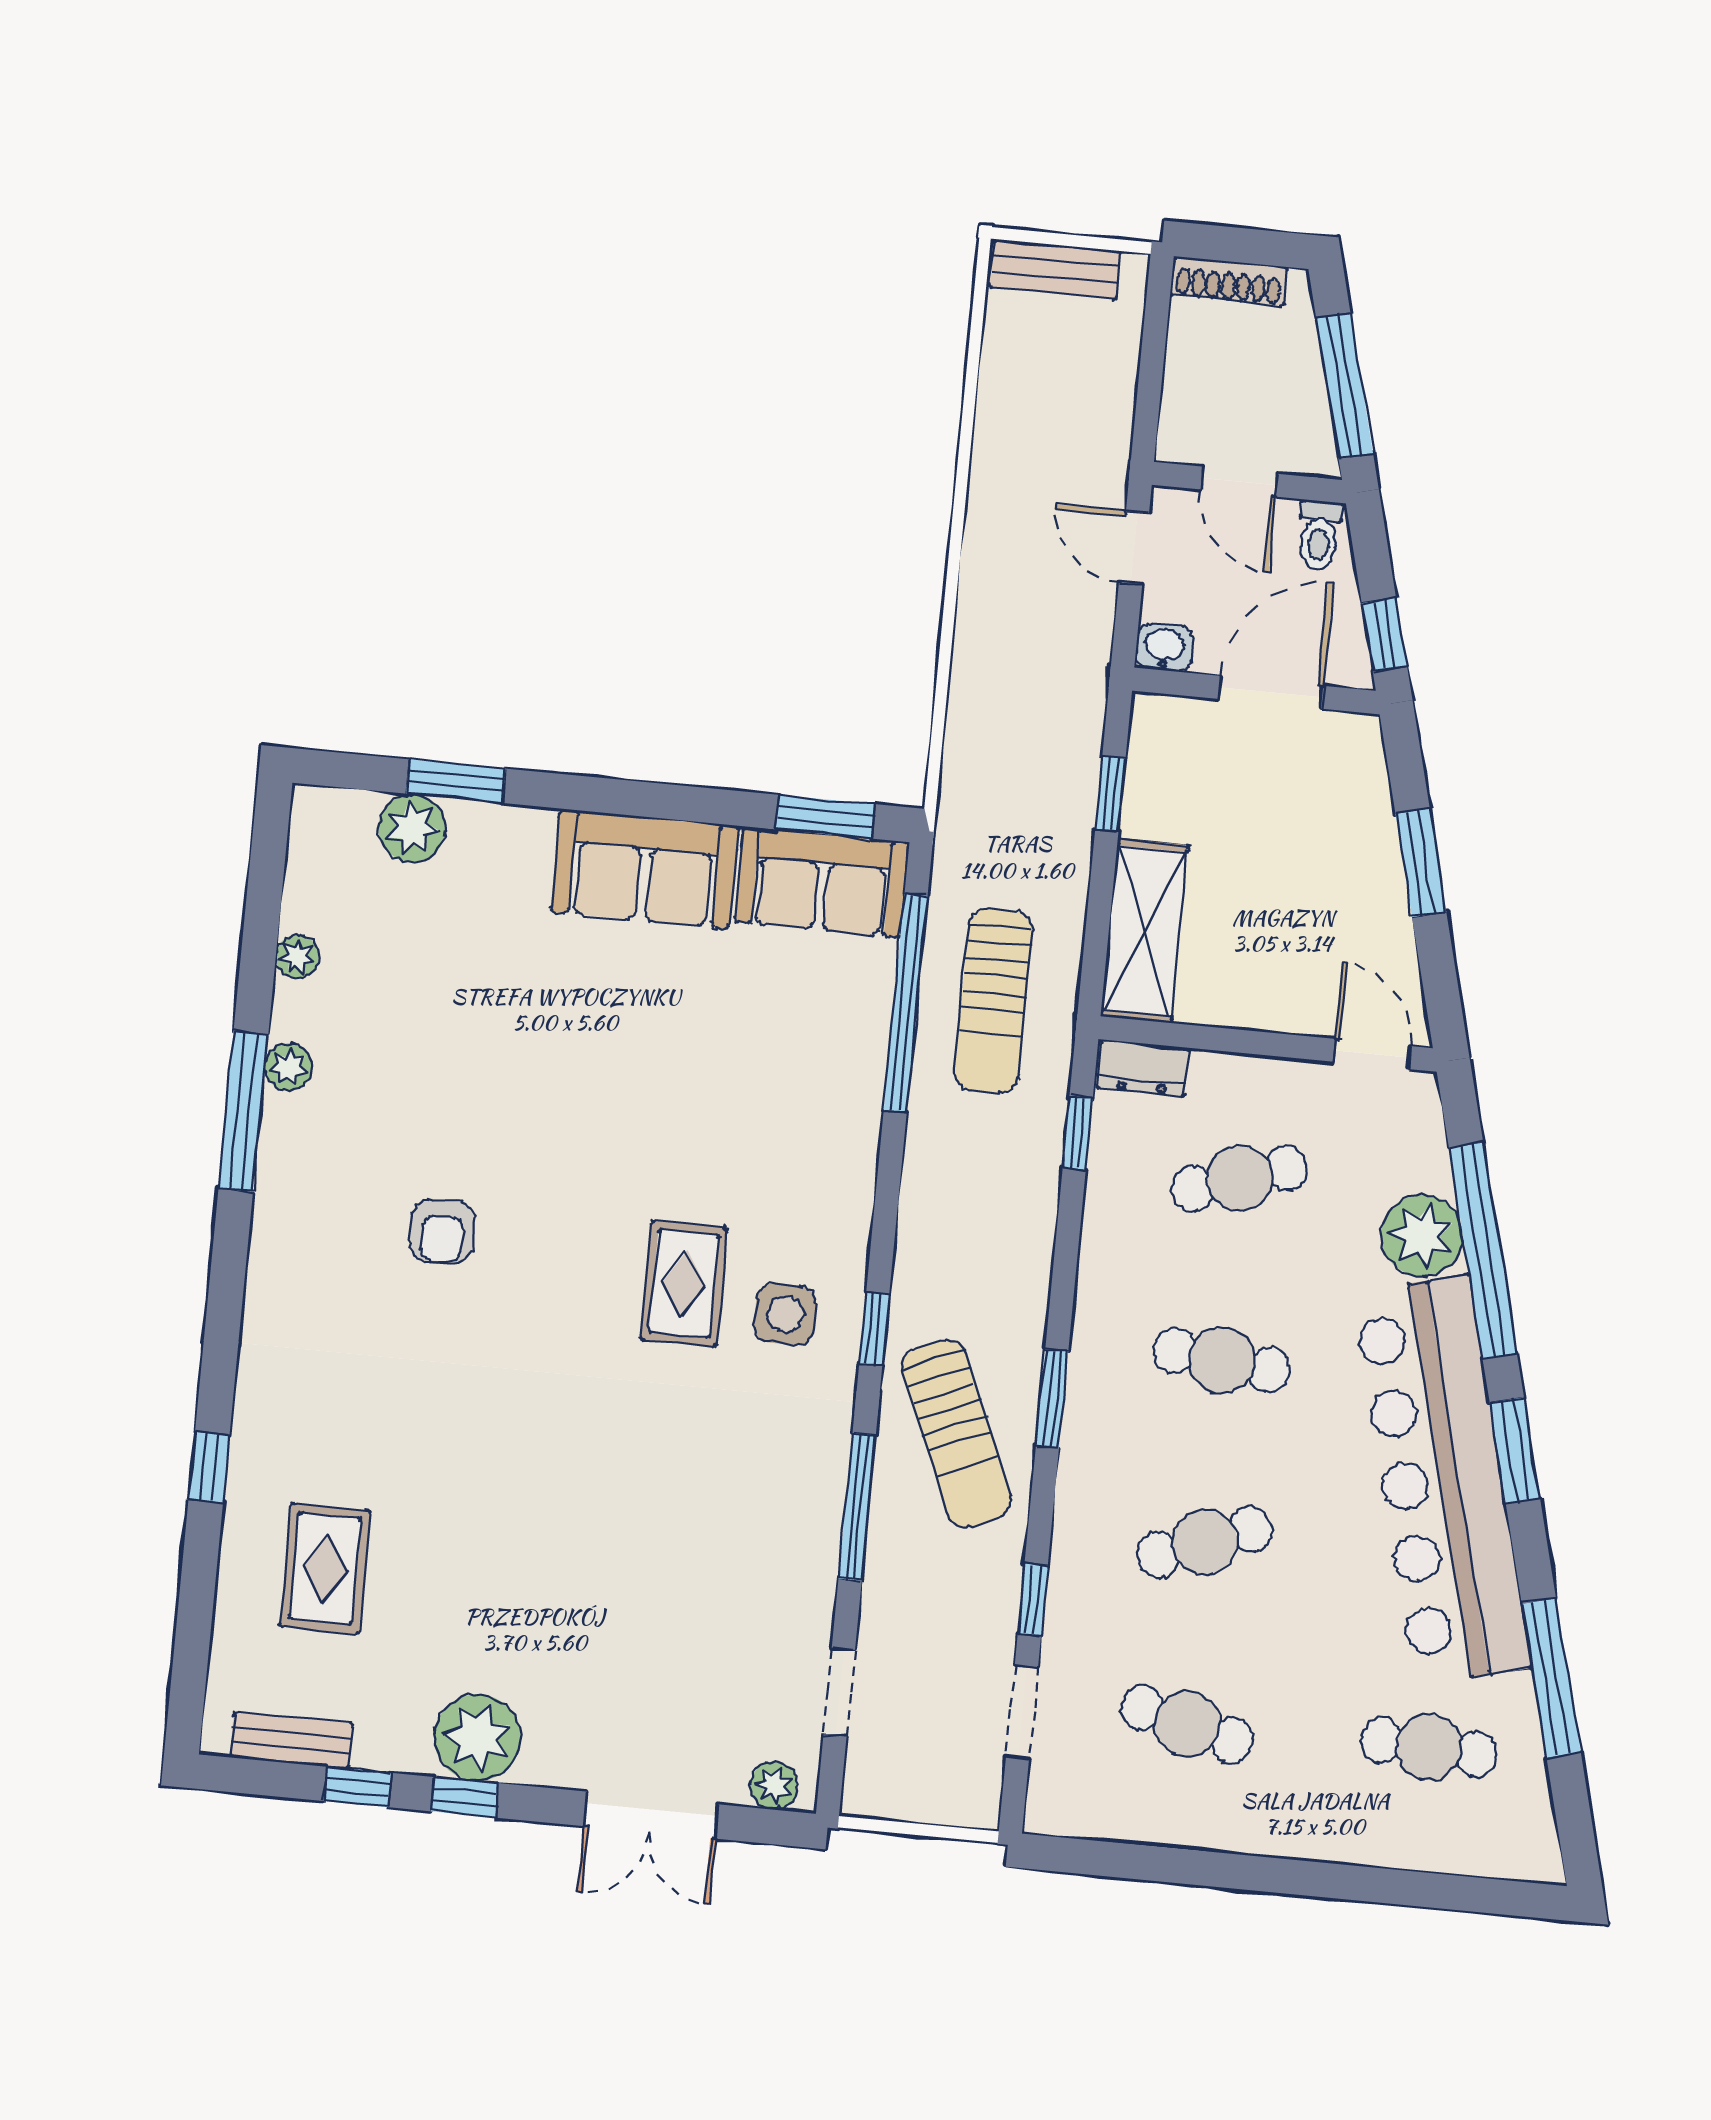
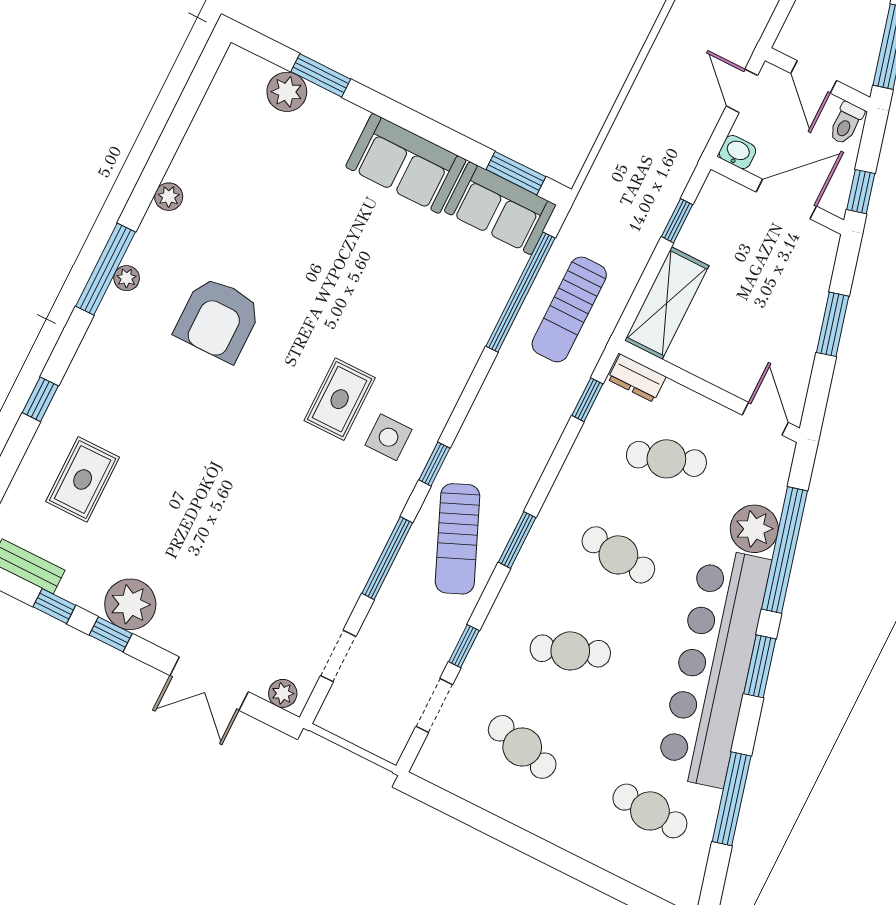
plant: (297, 957) -> (127, 278), moved
window: (243, 1112) -> (106, 269), moved
armchair: (442, 1231) -> (218, 319), width x1.88, depth x1.88

